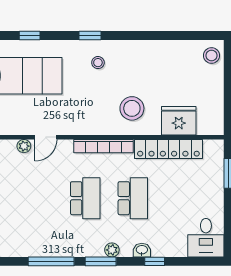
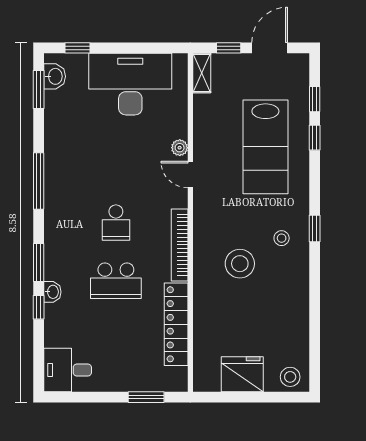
window: (30, 35) -> (315, 138), moved
stool: (132, 108) -> (240, 264), moved
fridge: (179, 121) -> (242, 374), moved, turned -90
school desk: (85, 198) -> (116, 223), width x0.54
plant: (112, 250) -> (53, 255), removed
window: (101, 261) -> (39, 262), moved

